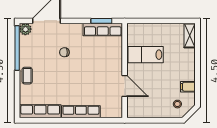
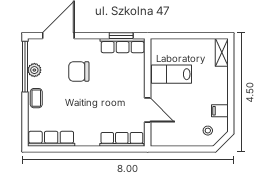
plant: (25, 29) -> (34, 70), moved
chair: (64, 52) -> (79, 71), width x1.87, depth x1.87
row of seats: (81, 112) -> (122, 139), moved

